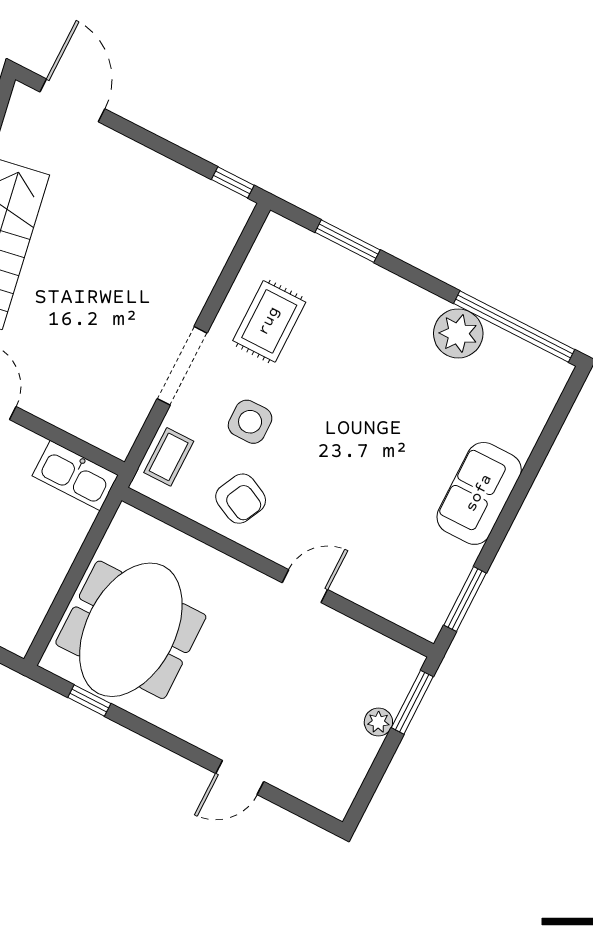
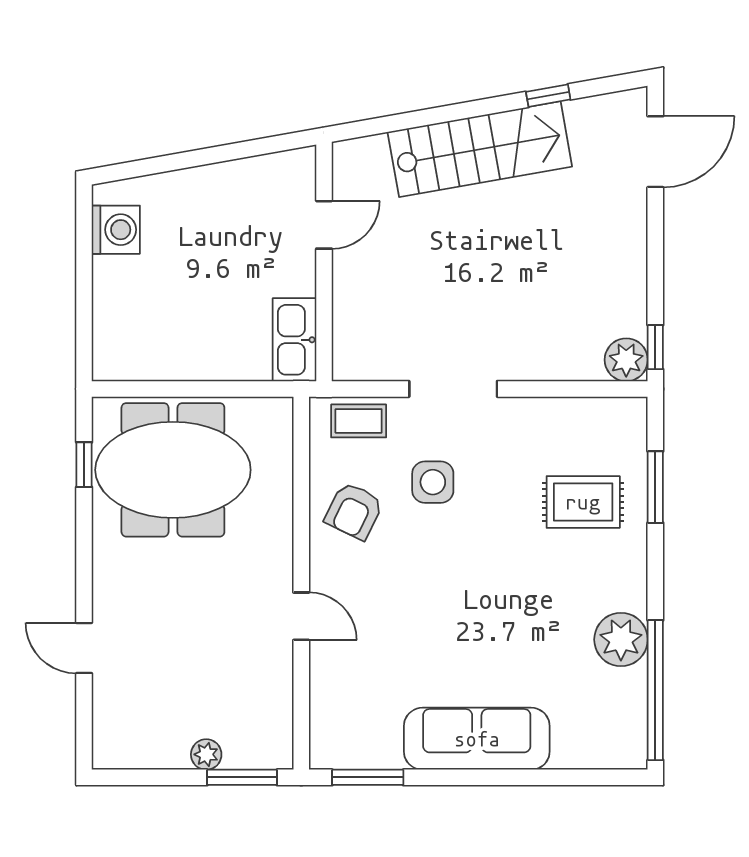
plant: (231, 212) -> (626, 360), added
rug: (269, 321) -> (583, 502), moved
sofa: (479, 493) -> (477, 739), width x1.36

